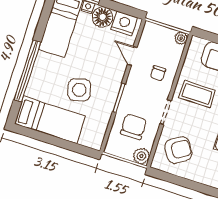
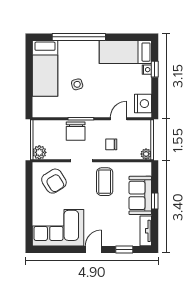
floor lamp: (103, 17) -> (143, 84), removed
side table: (79, 90) -> (77, 84), width x0.54, depth x0.54
chair: (134, 127) -> (76, 131), moved, turned 90

